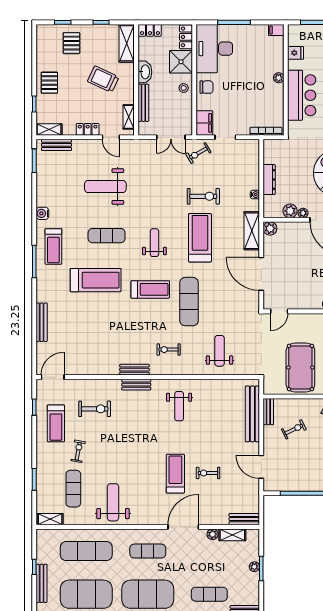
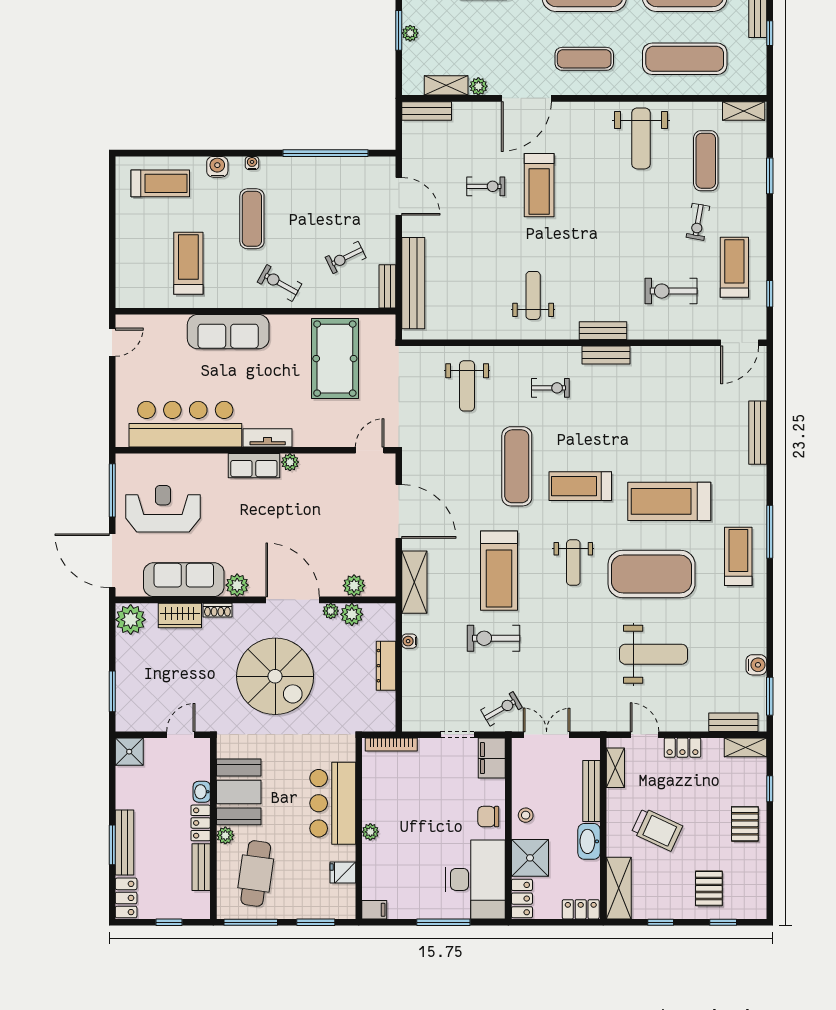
water cooler: (42, 213) -> (756, 665), moved
plant: (270, 228) -> (354, 586), moved
exercise mat: (107, 236) -> (652, 574), width x2.00, depth x1.45

